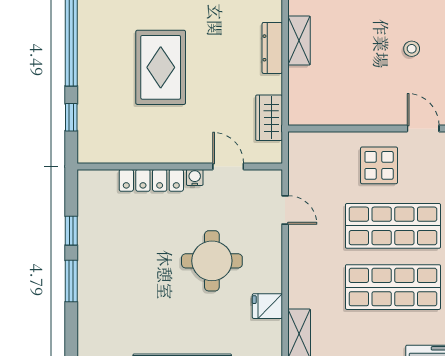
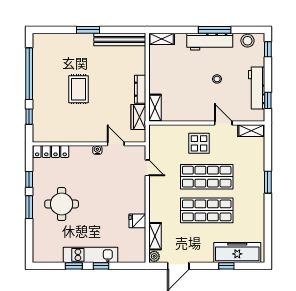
shelving: (299, 41) -> (155, 108), moved
dresser: (272, 48) -> (140, 89), moved
rug: (161, 67) -> (79, 89), width x0.73, depth x0.70
locker: (151, 180) -> (51, 152), moved
round table: (212, 261) -> (62, 204), moved

